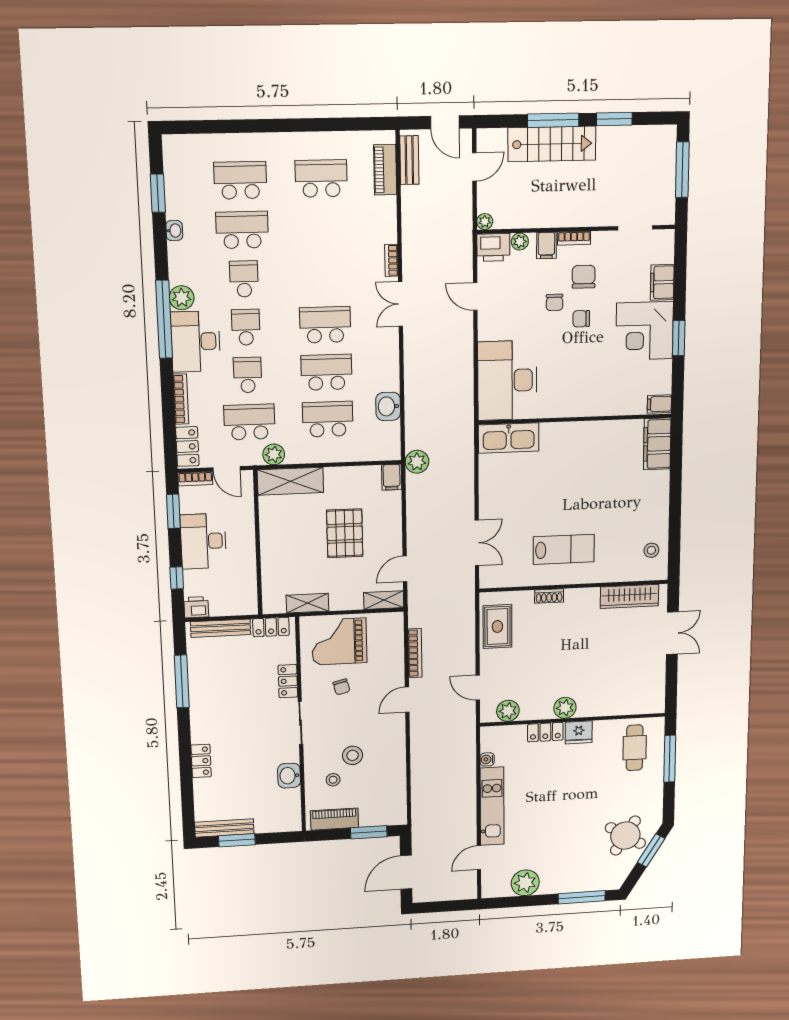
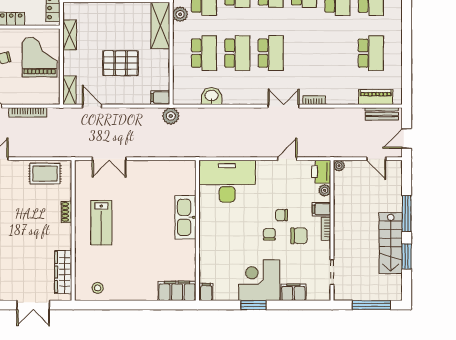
stairs: (552, 144) -> (391, 243), moved
kitchen sink: (509, 438) -> (186, 217), moved

